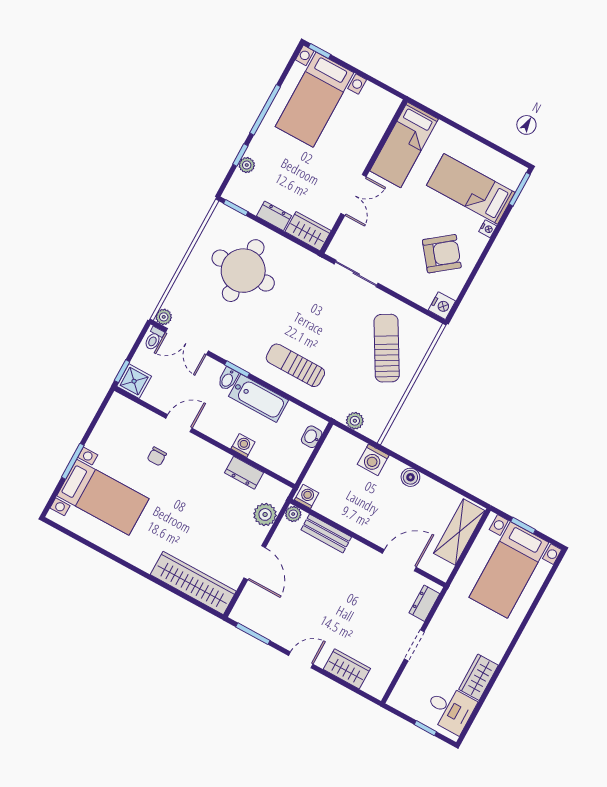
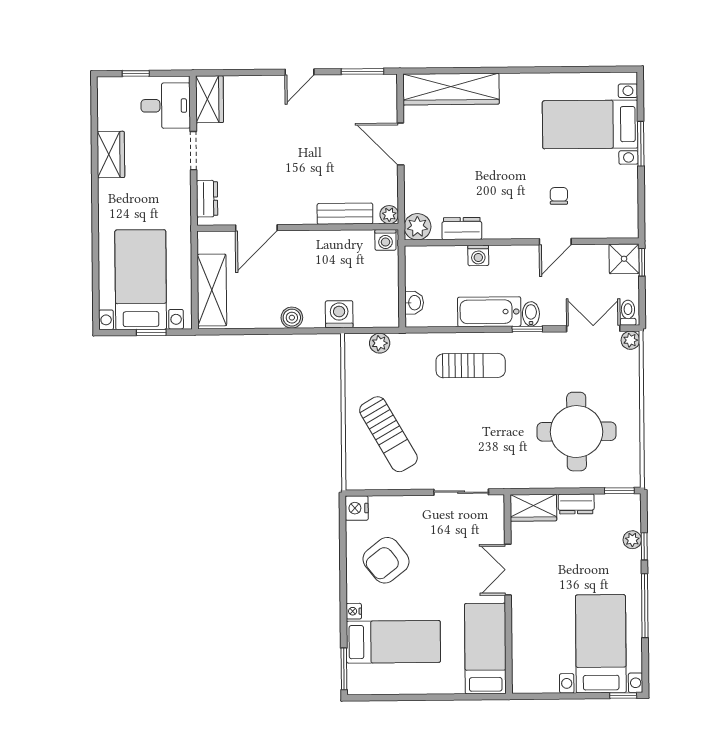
plant: (265, 514) -> (417, 227), moved
wardrobe: (347, 669) -> (210, 99), moved, turned -90
desk: (450, 709) -> (166, 106), moved, turned 180

